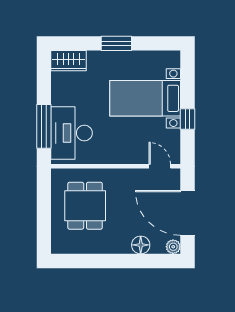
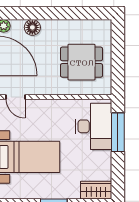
dining table: (85, 206) -> (82, 62), turned 90

